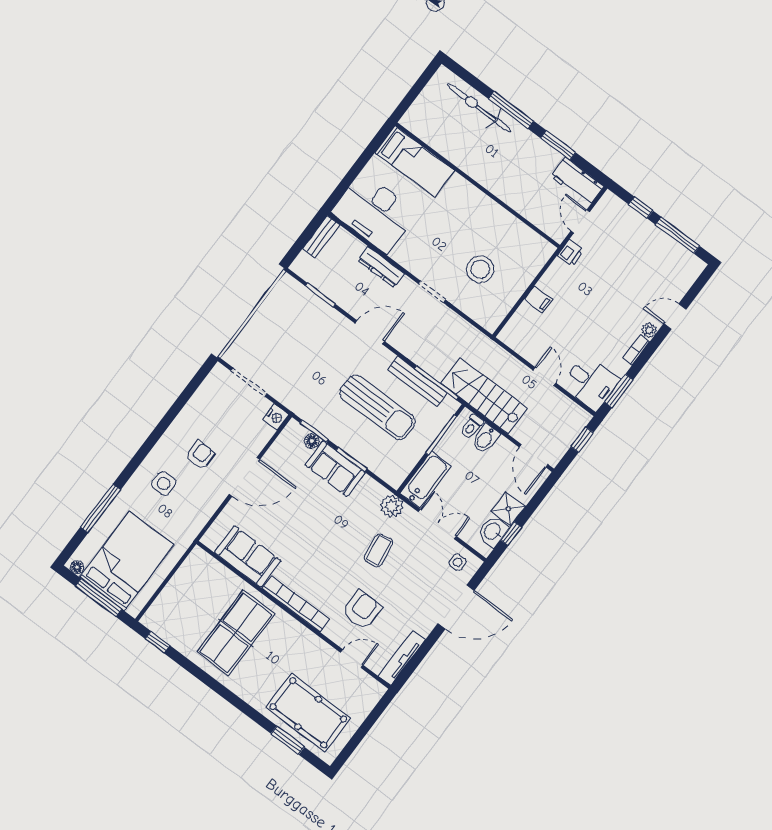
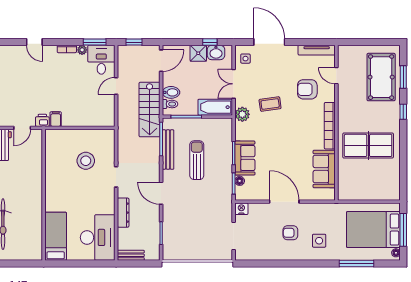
filing cabinet: (538, 299) -> (56, 119), moved
plant: (649, 330) -> (82, 50), moved
sun lounger: (377, 407) -> (197, 160), width x0.73, depth x0.75
window: (157, 642) -> (403, 112), moved

